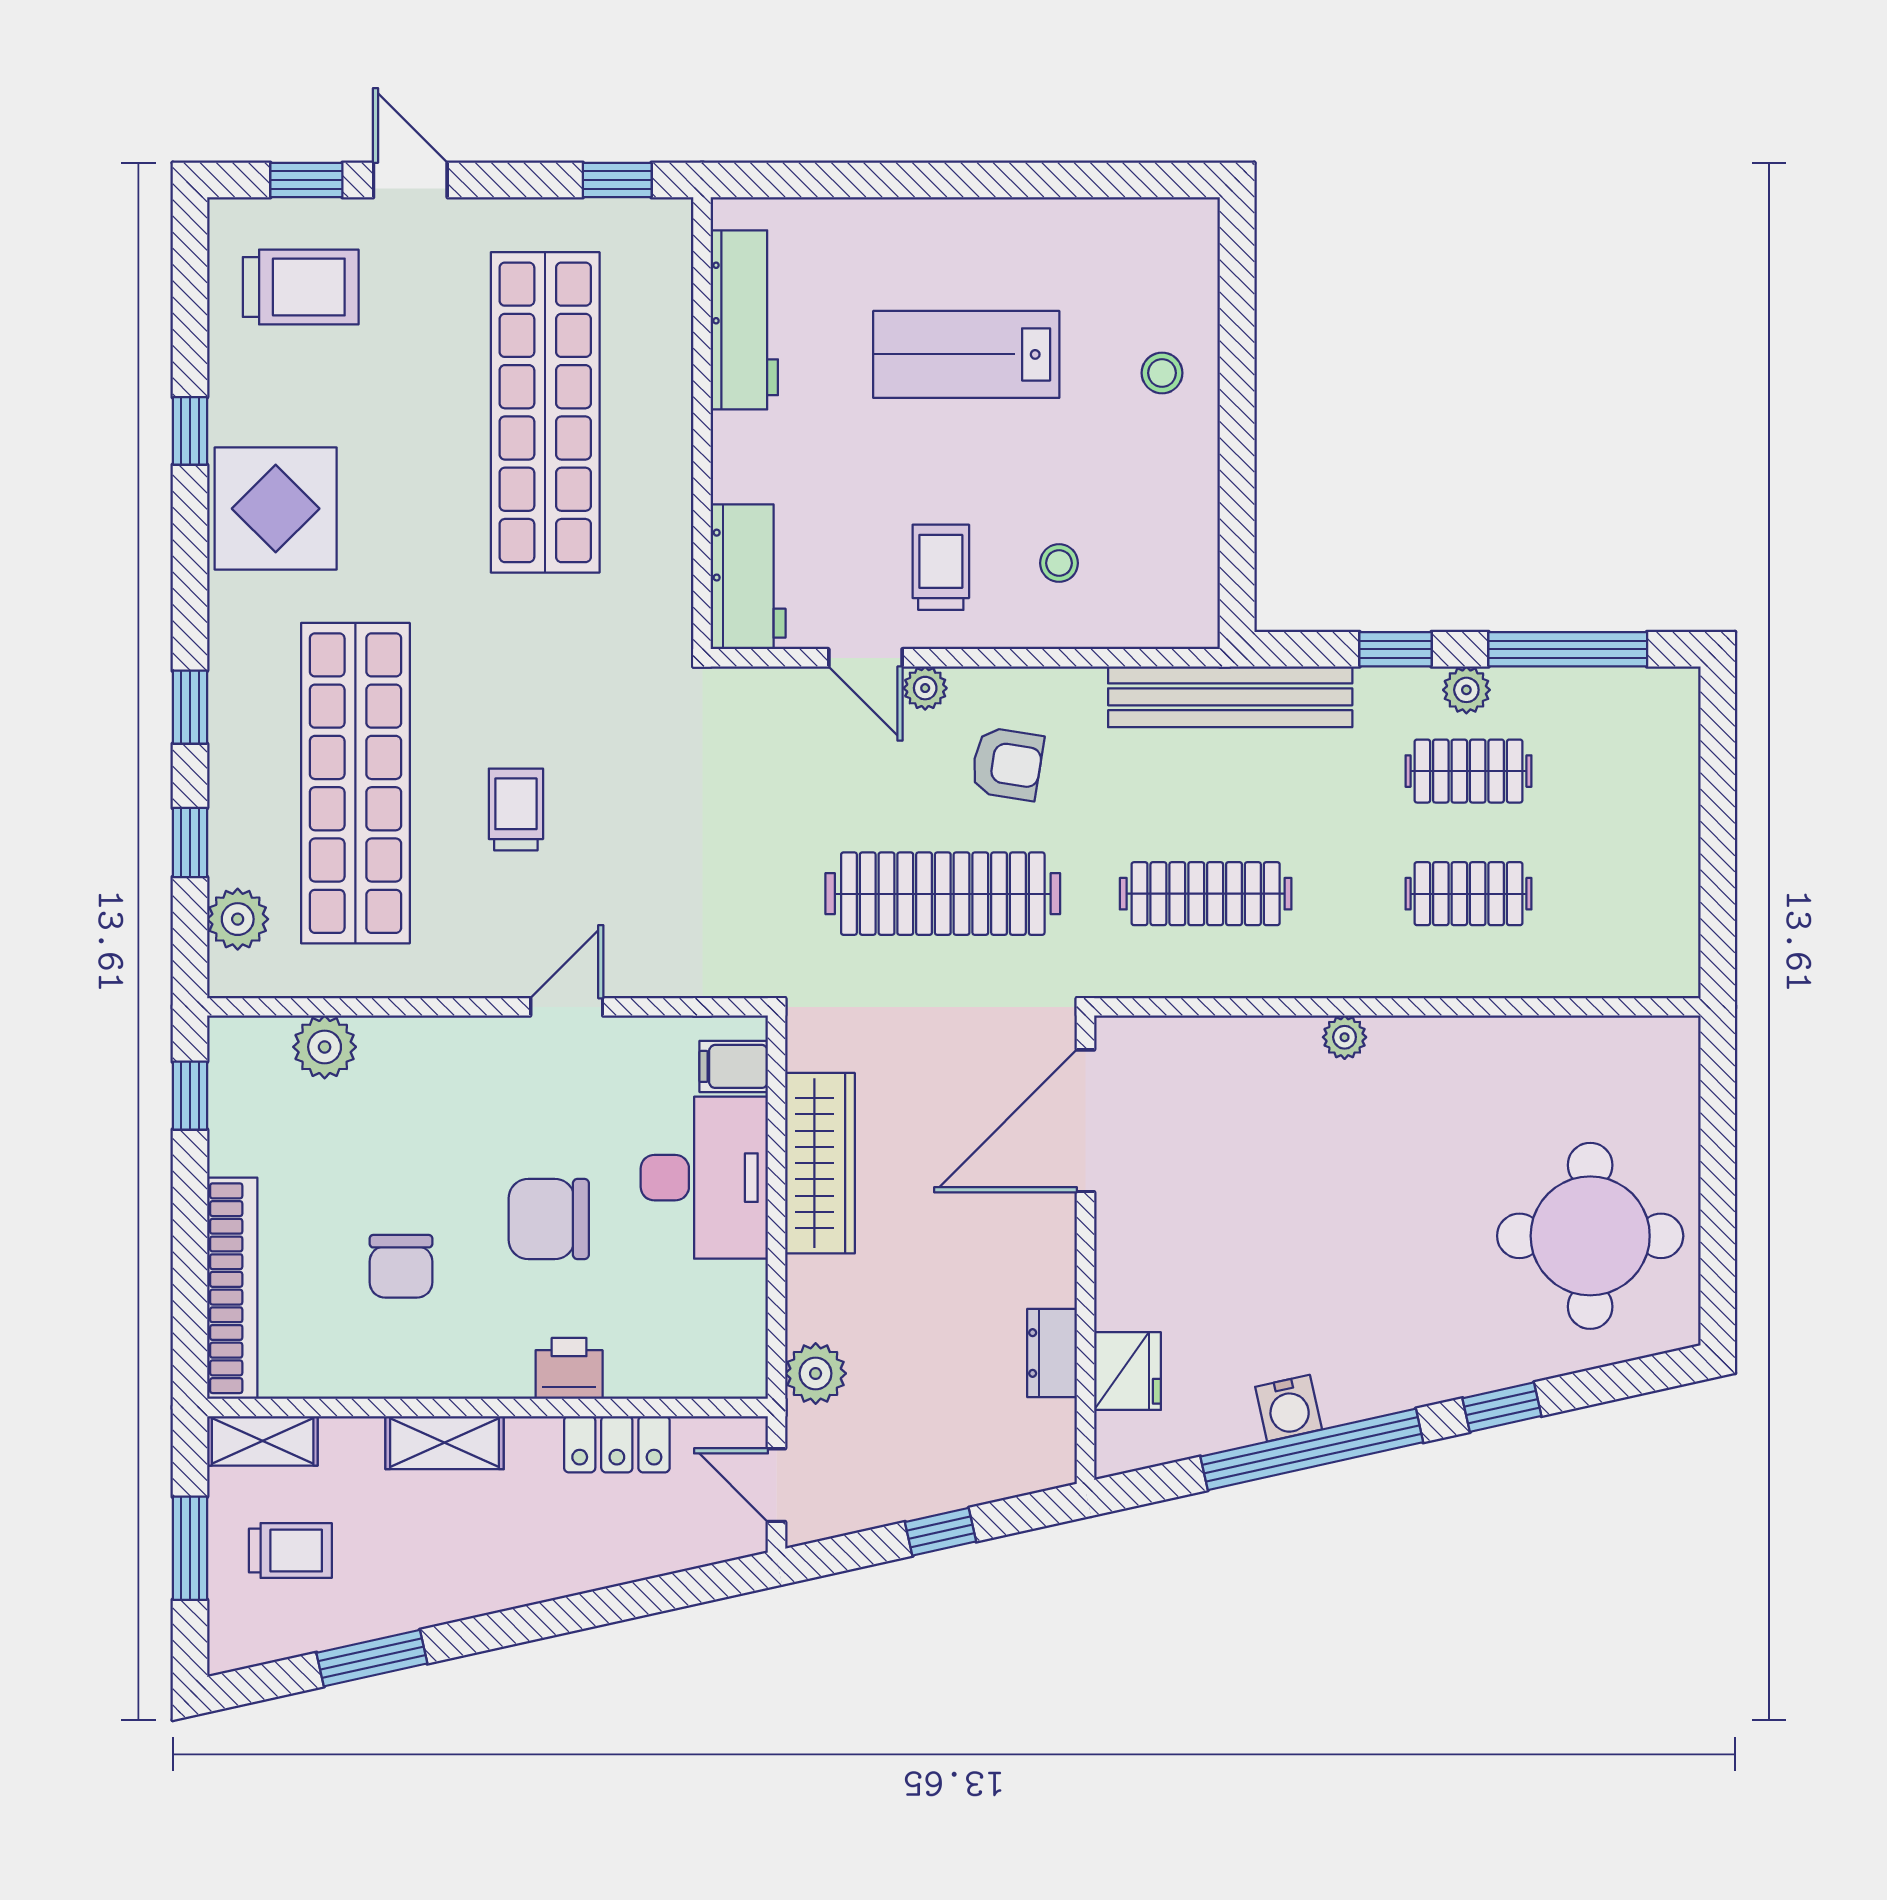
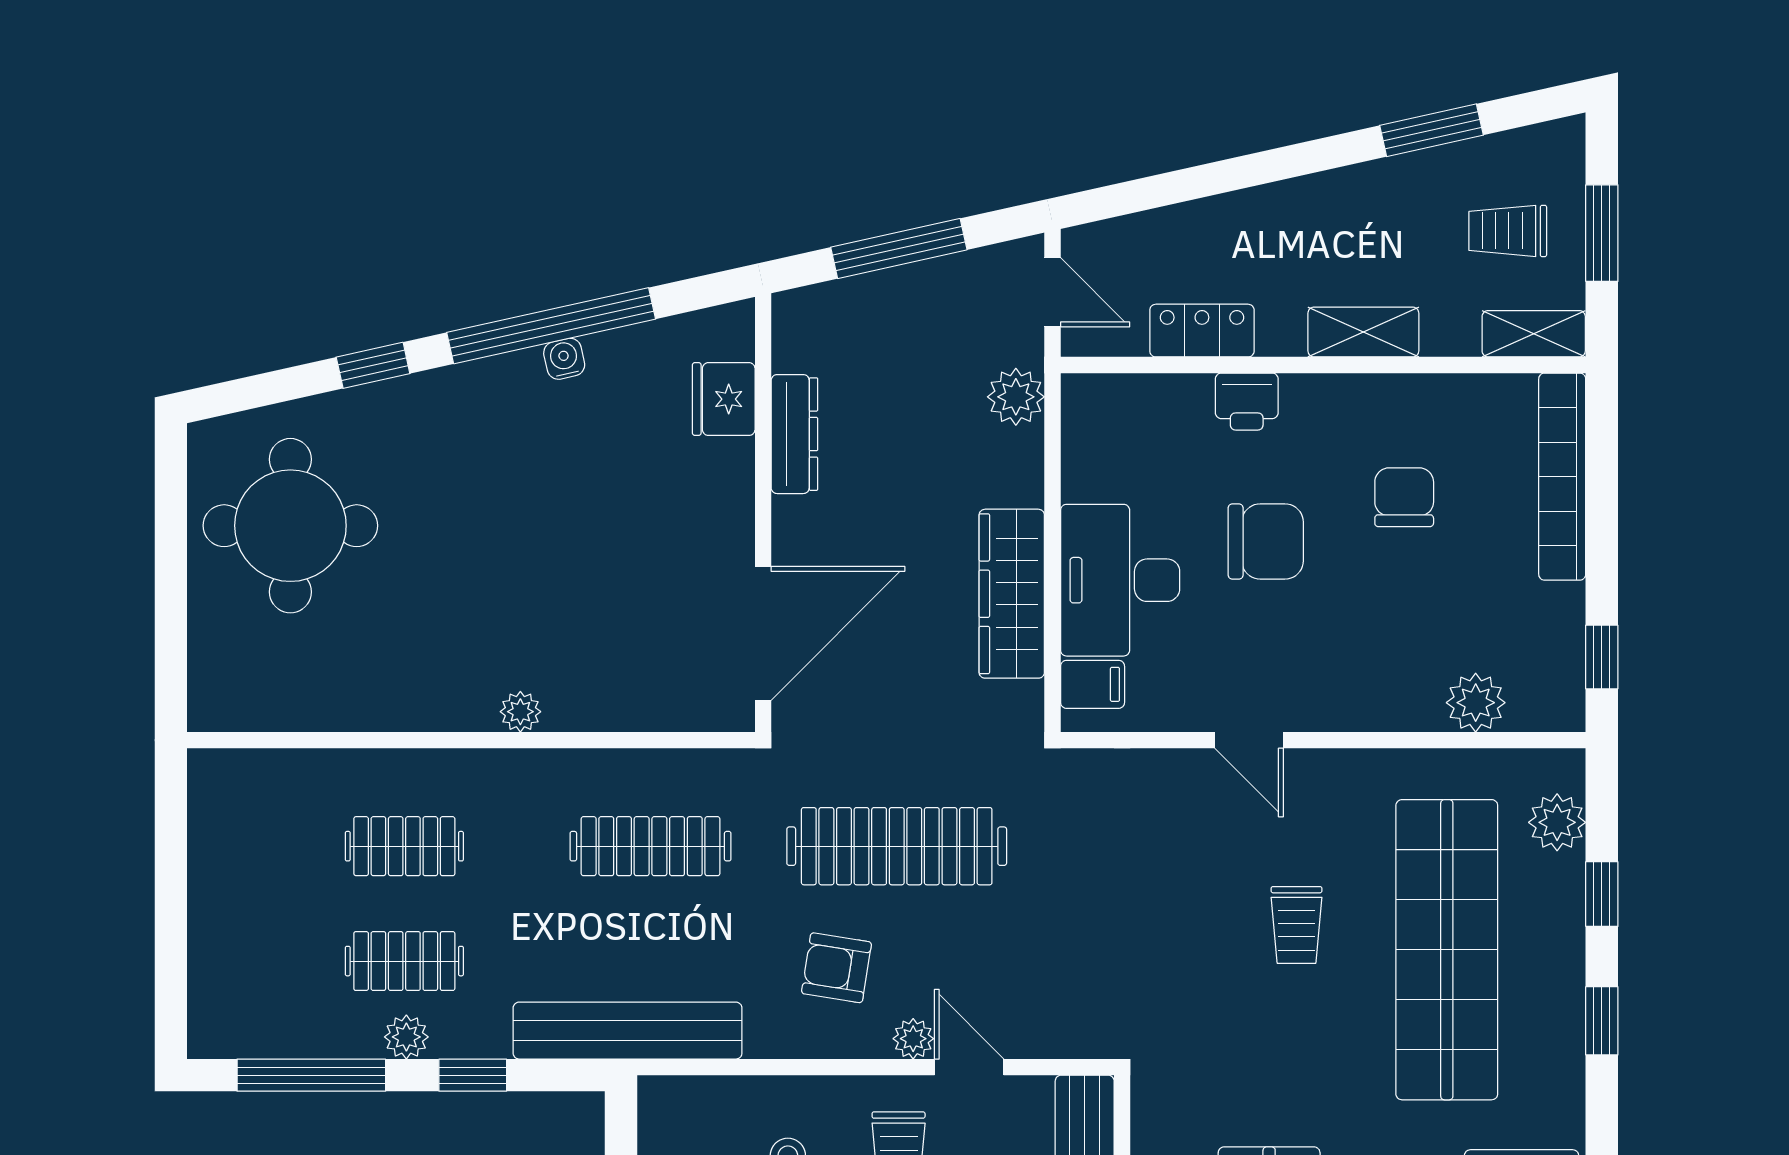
door: (567, 1007) -> (1249, 740), hinge flipped
dresser: (1052, 1353) -> (794, 434), width x1.44
water cooler: (1289, 1408) -> (564, 359), width x0.72, depth x0.72
window: (941, 1532) -> (899, 249), width x2.17

